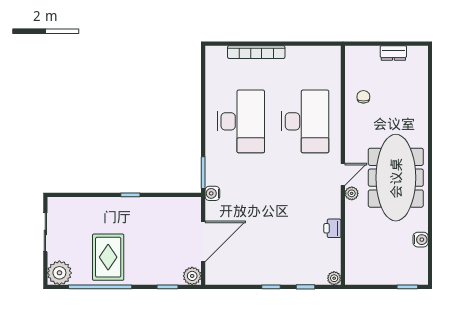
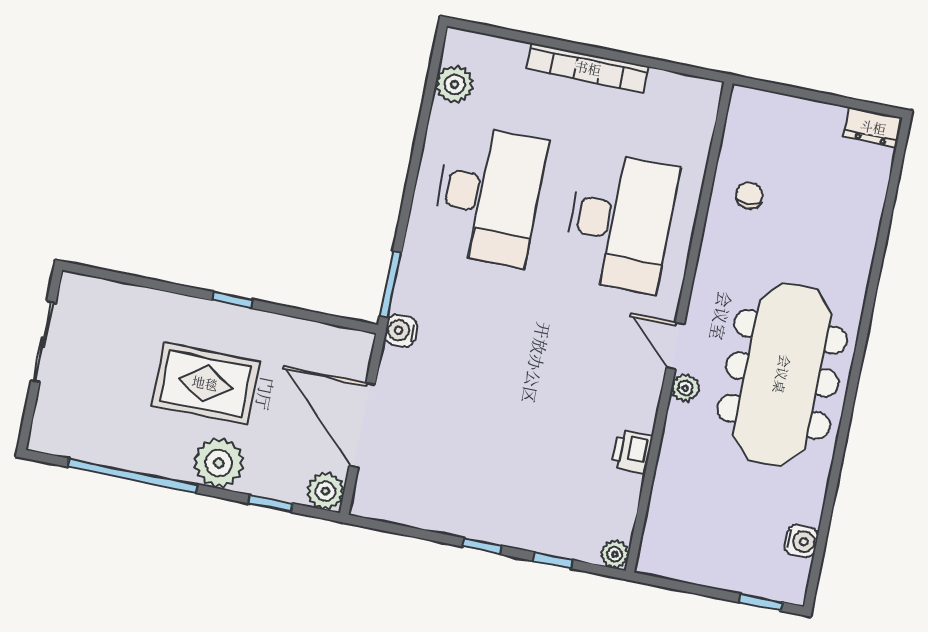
bookcase: (256, 52) -> (588, 68), moved
dresser: (393, 53) -> (873, 127), moved
plant: (214, 72) -> (455, 84), added
door: (343, 174) -> (675, 346), swing flipped
water cooler: (421, 240) -> (801, 541), moved
door: (203, 241) -> (362, 425), swing flipped
rug: (108, 257) -> (205, 383), moved, turned 90
plant: (59, 273) -> (219, 463), moved

